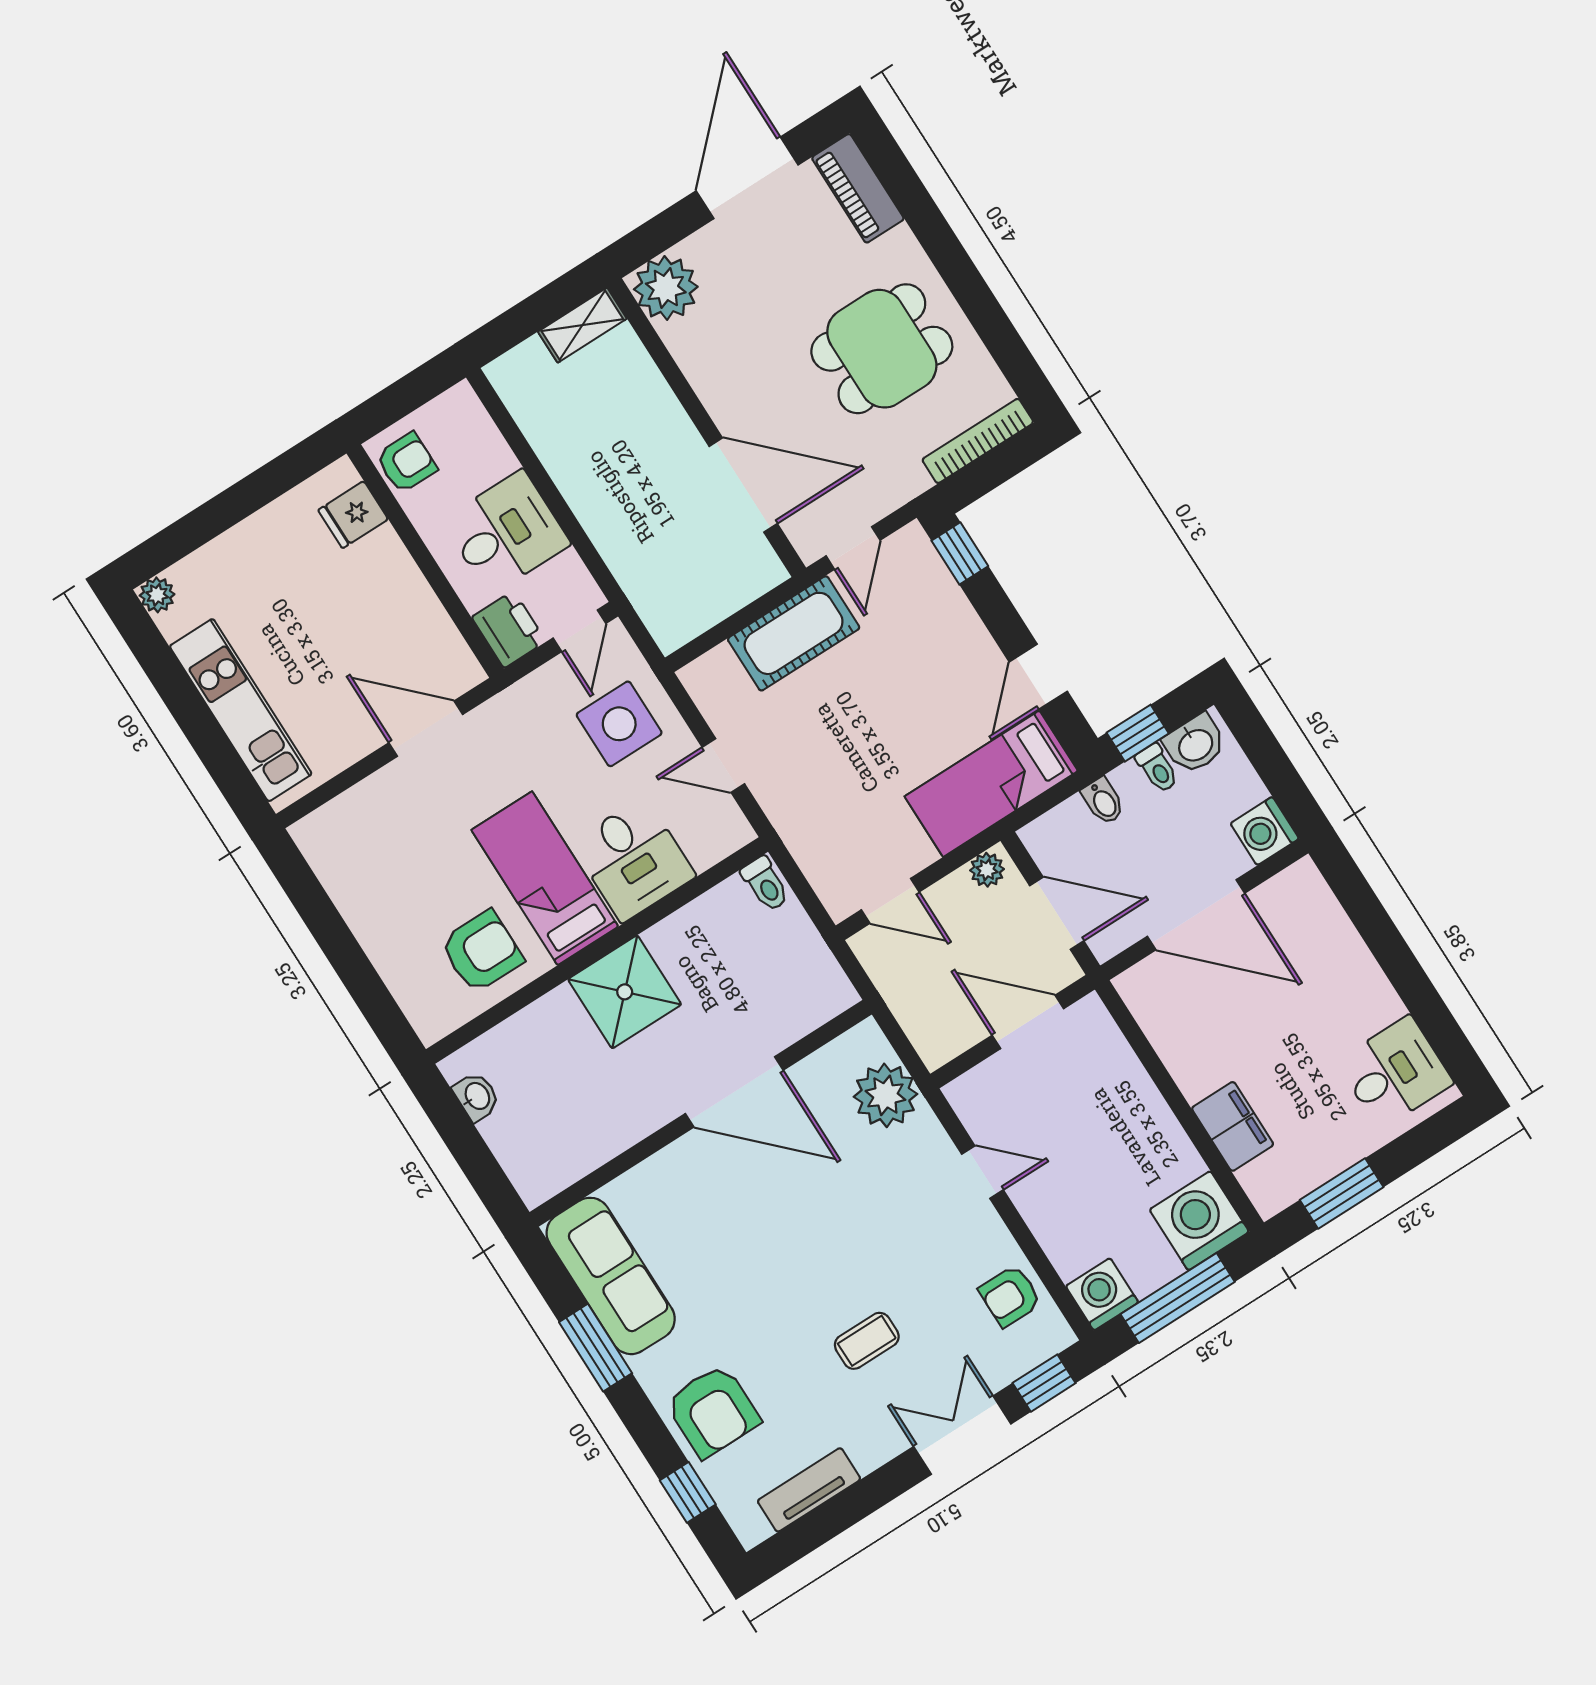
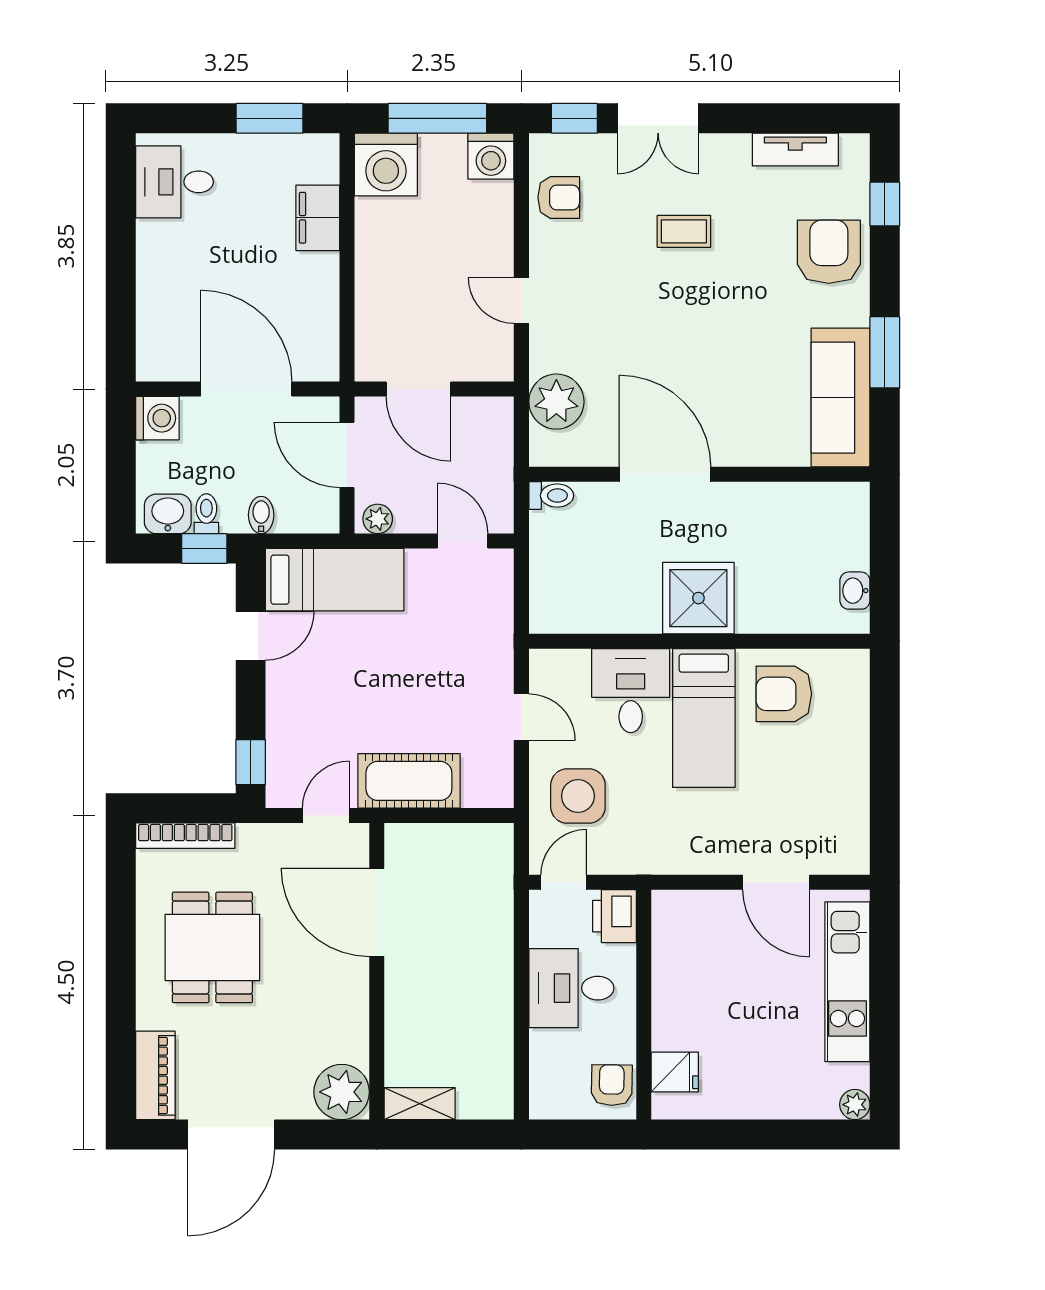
dining table: (882, 349) -> (212, 947), turned 90
armchair: (406, 463) -> (612, 1085), turned 91
door: (426, 729) -> (776, 882), moved
toilet: (765, 884) -> (551, 496), moved, turned 90

